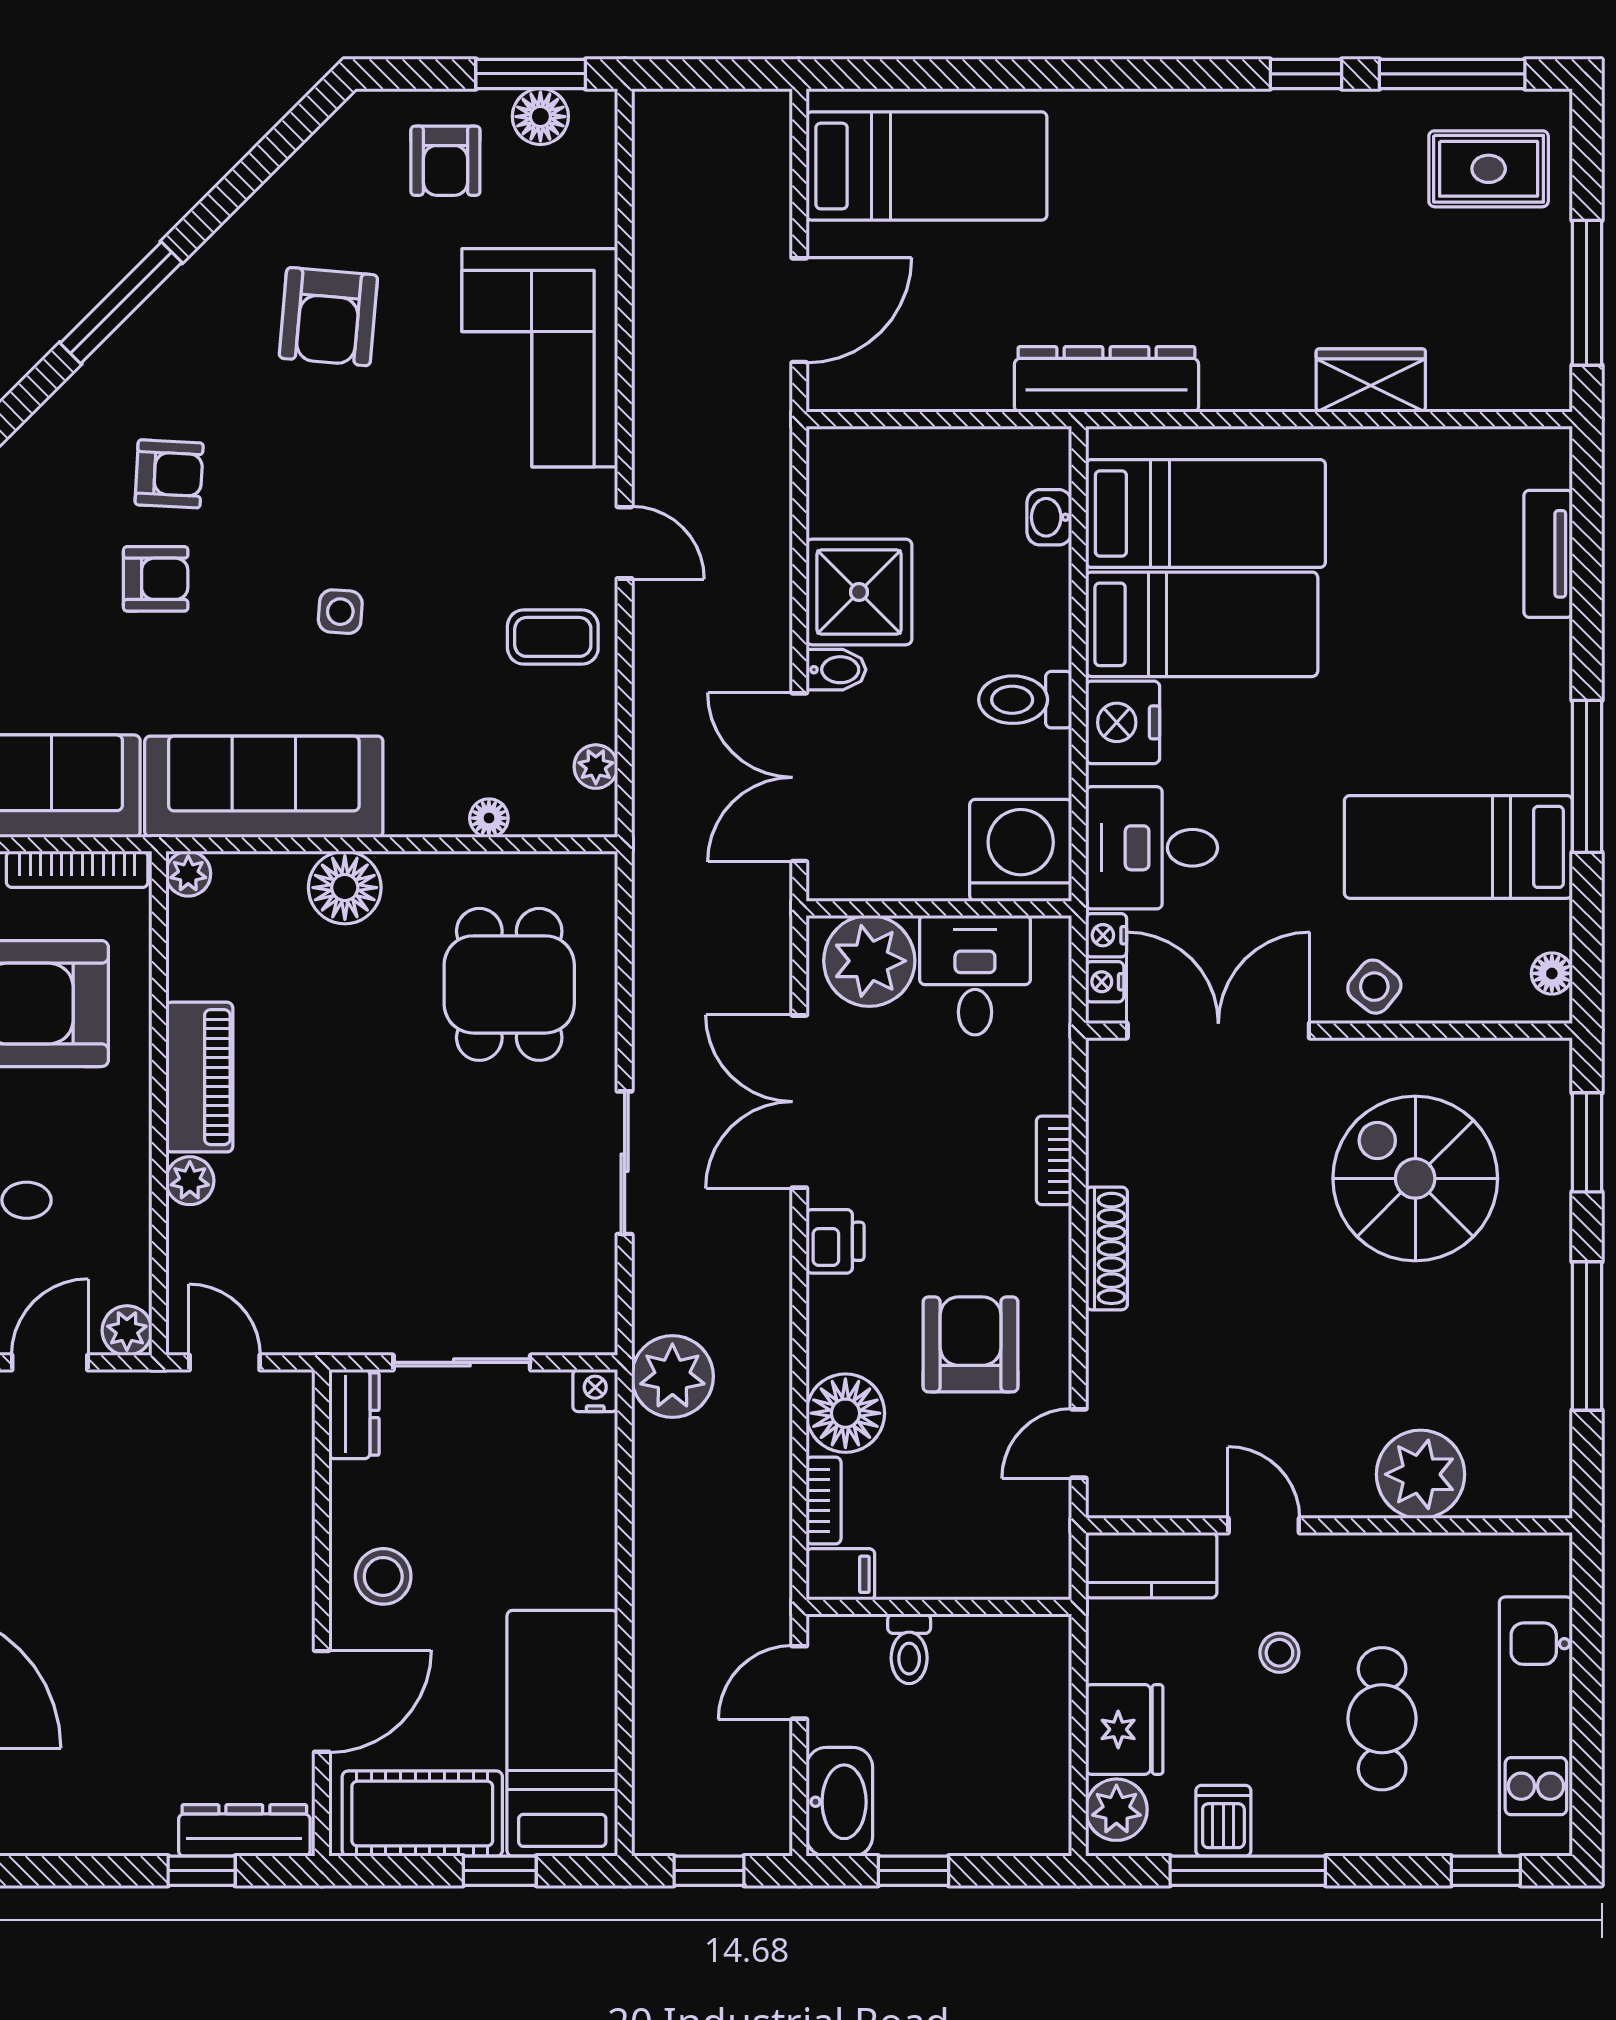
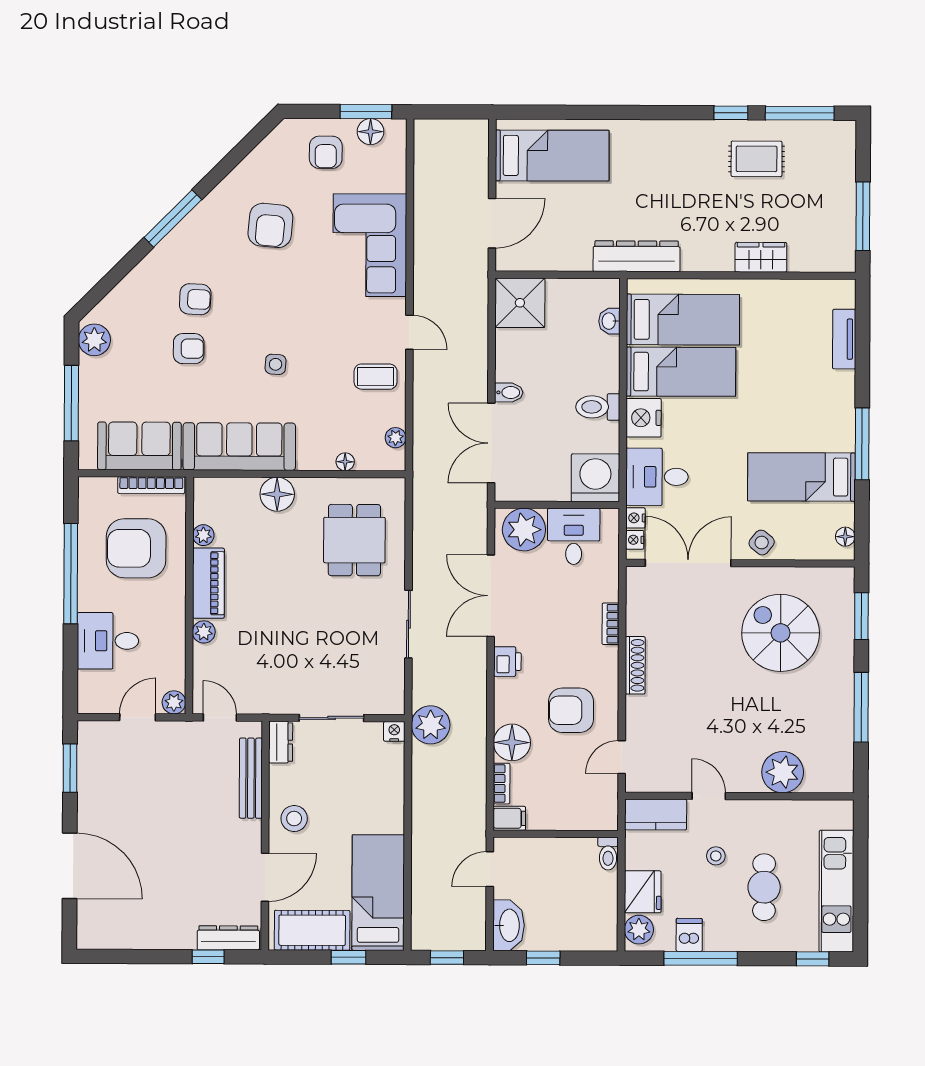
rug: (1489, 169) -> (757, 159), moved
shower: (859, 592) -> (520, 303), moved
plant: (188, 874) -> (203, 535), moved
armchair: (971, 1344) -> (571, 710), turned -90
bench: (291, 1491) -> (251, 778), added
toilet: (909, 1649) -> (608, 854), moved

